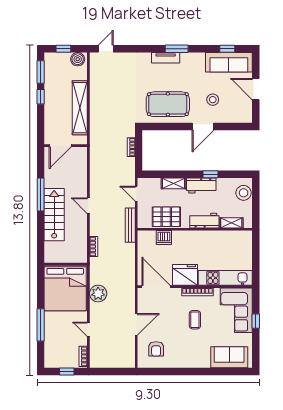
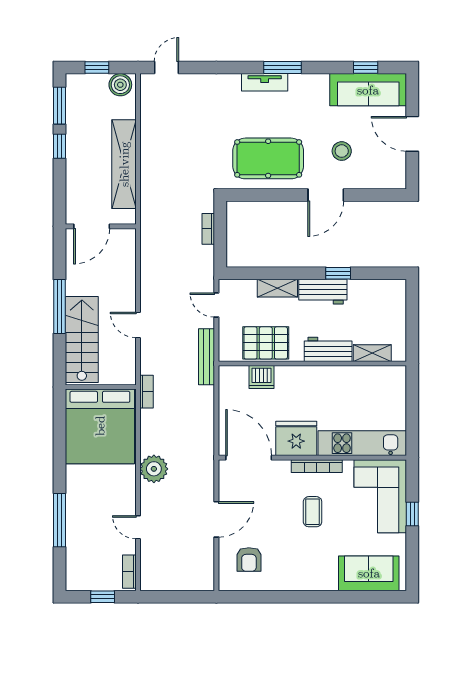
stool: (244, 193) -> (392, 304), removed
wall: (66, 264) -> (101, 387), moved
bed: (65, 288) -> (100, 426), moved

